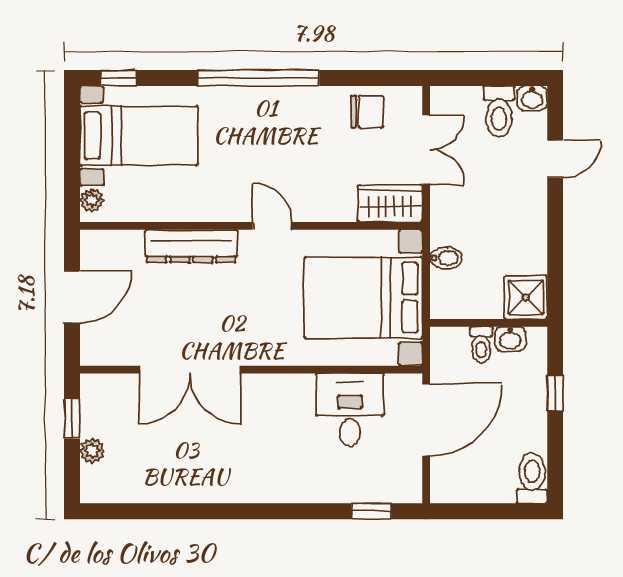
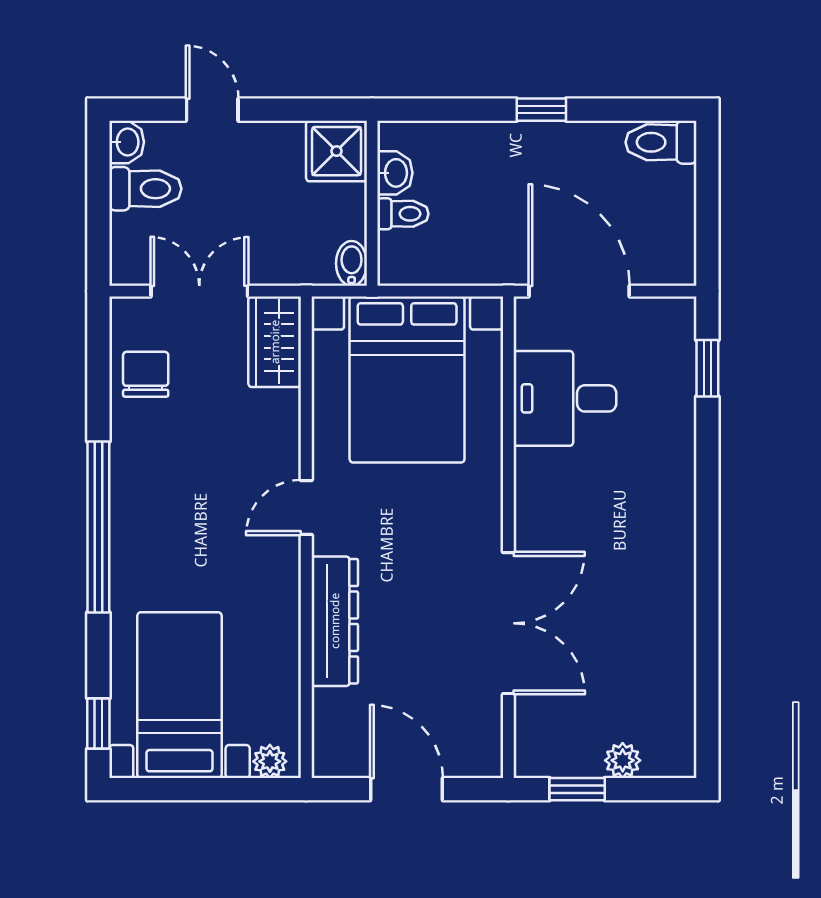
shower: (526, 297) -> (337, 151), moved
wall: (489, 323) -> (372, 203), moved
washbasin: (510, 339) -> (395, 173), moved
toilet: (481, 345) -> (403, 214), moved

